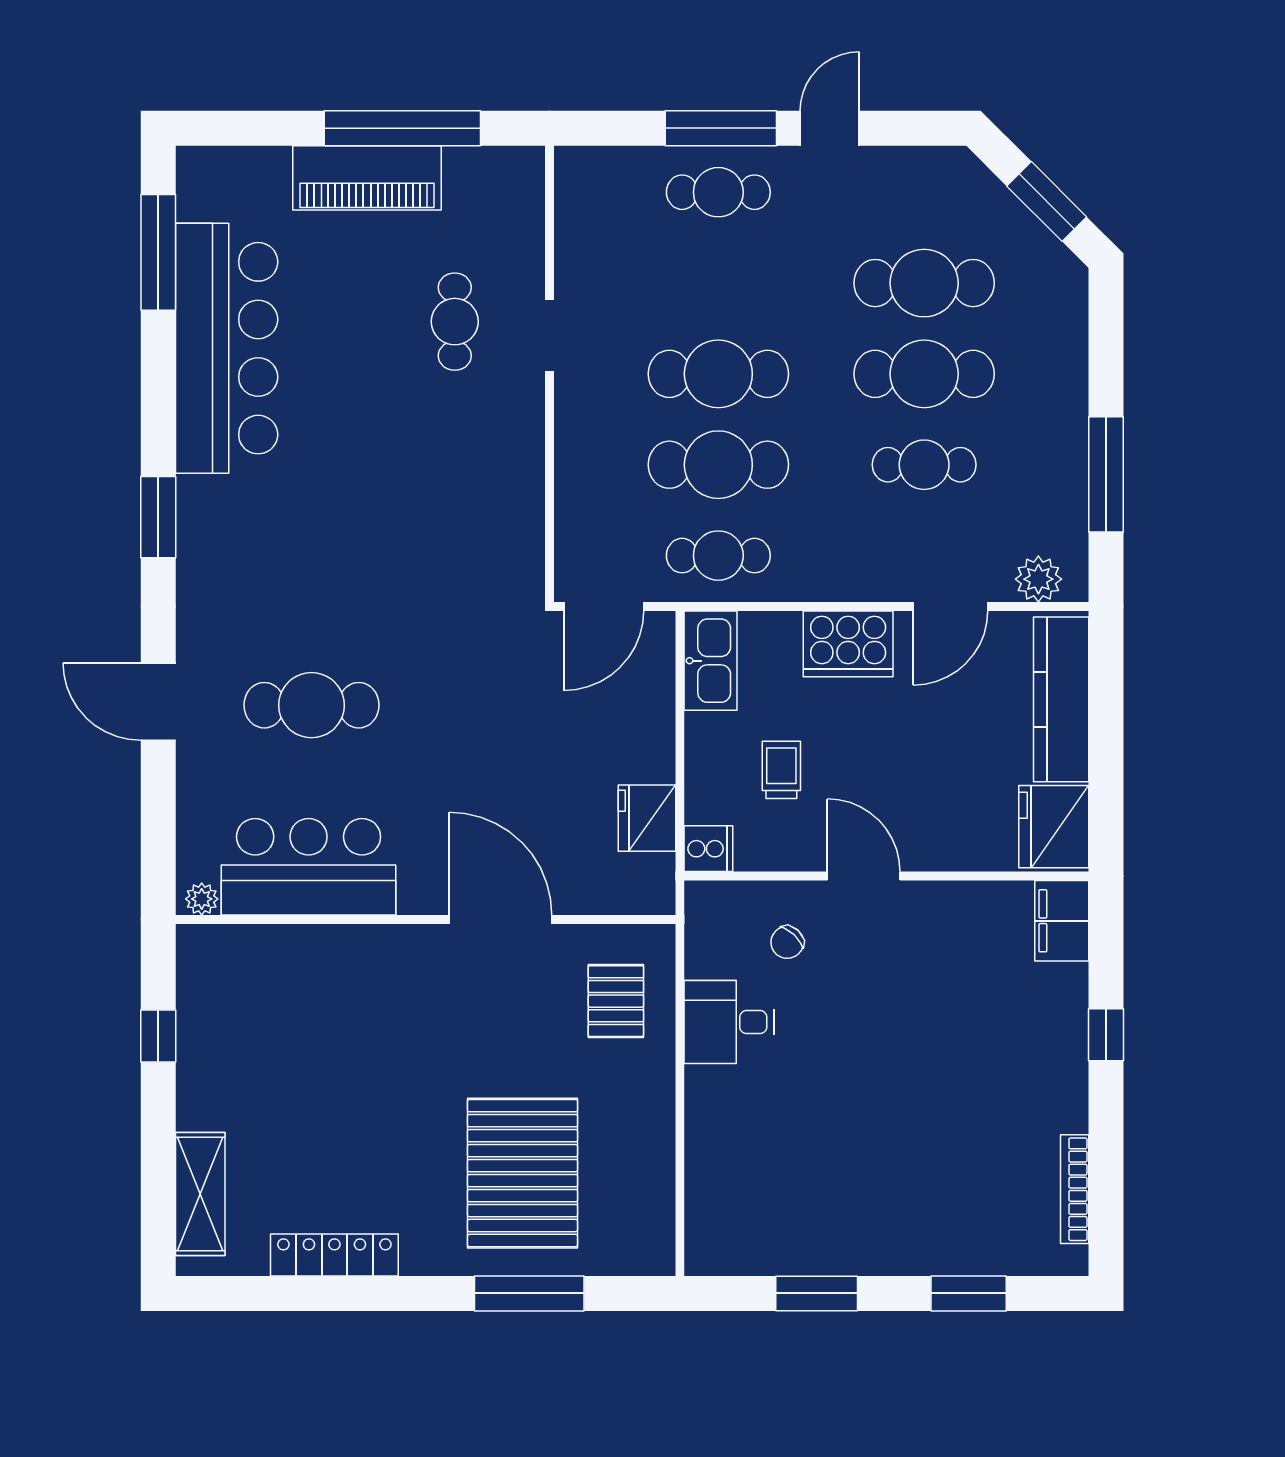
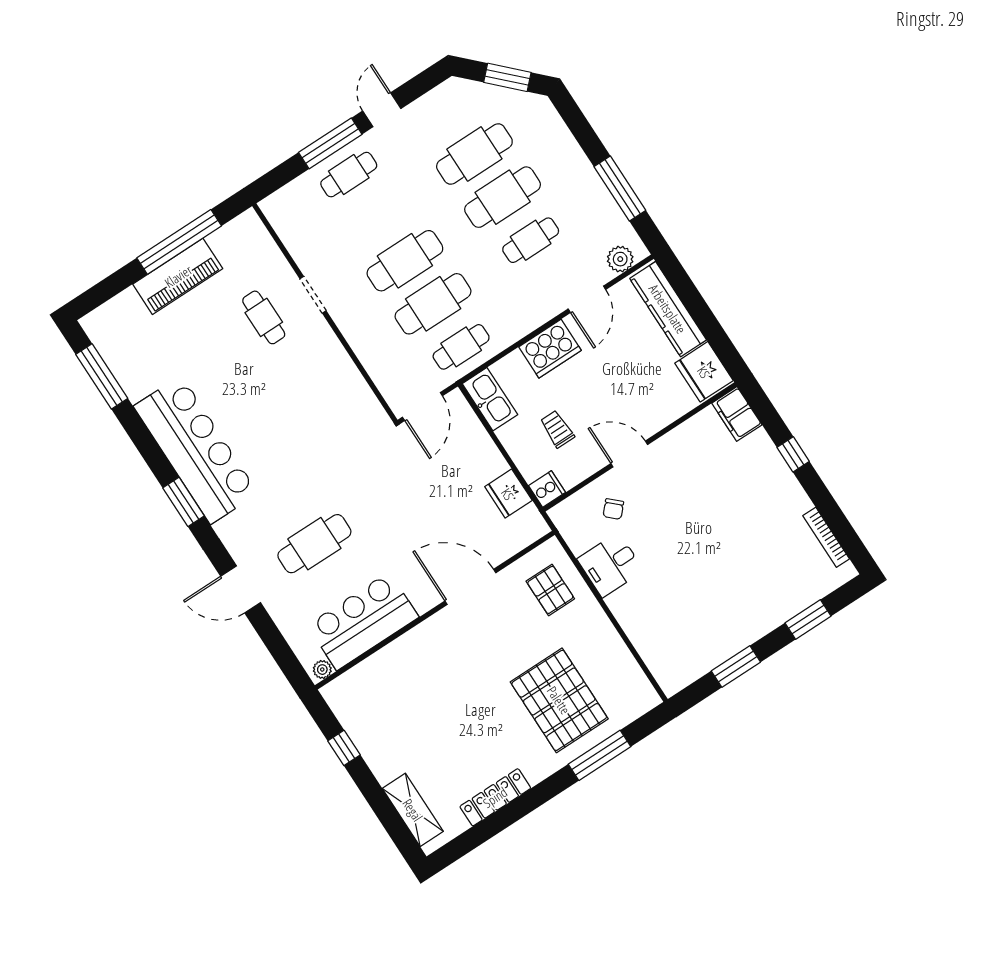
bar counter: (227, 348) -> (196, 450), moved

